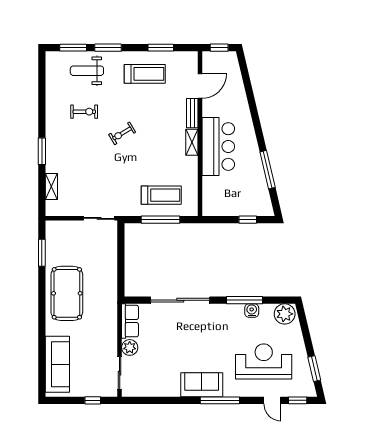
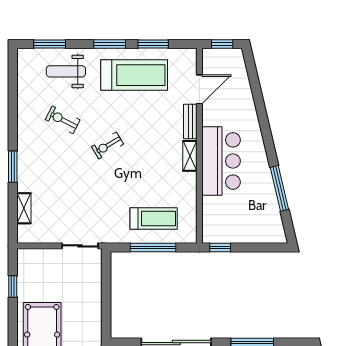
window: (108, 48) -> (110, 44), moved
treadmill: (145, 74) -> (134, 75), width x1.37, depth x1.37
exercise bike: (84, 112) -> (63, 120), turned -153
window: (248, 220) -> (220, 248), moved
window: (42, 253) -> (13, 287), width x0.67

